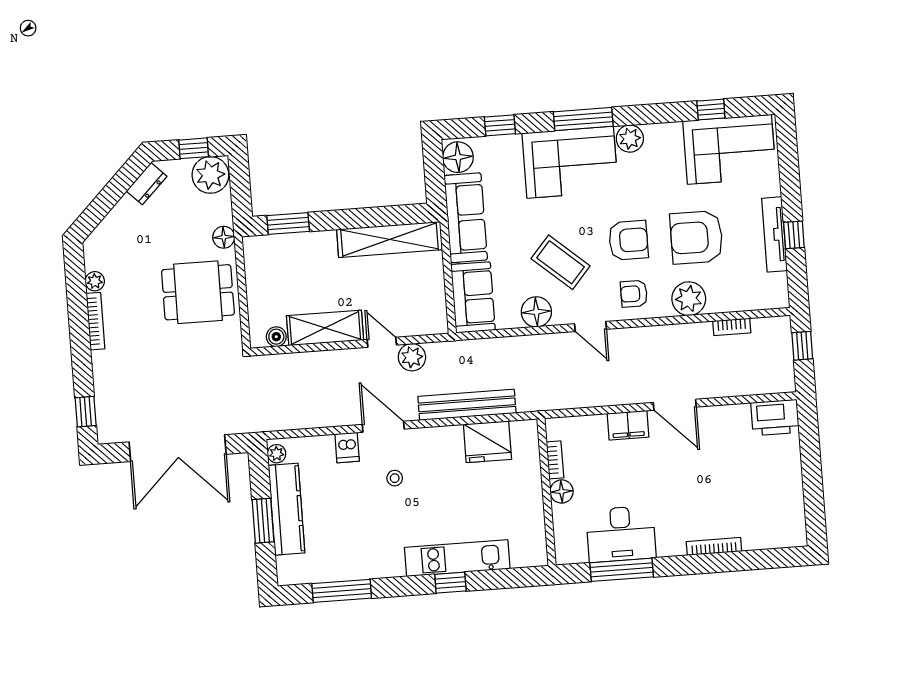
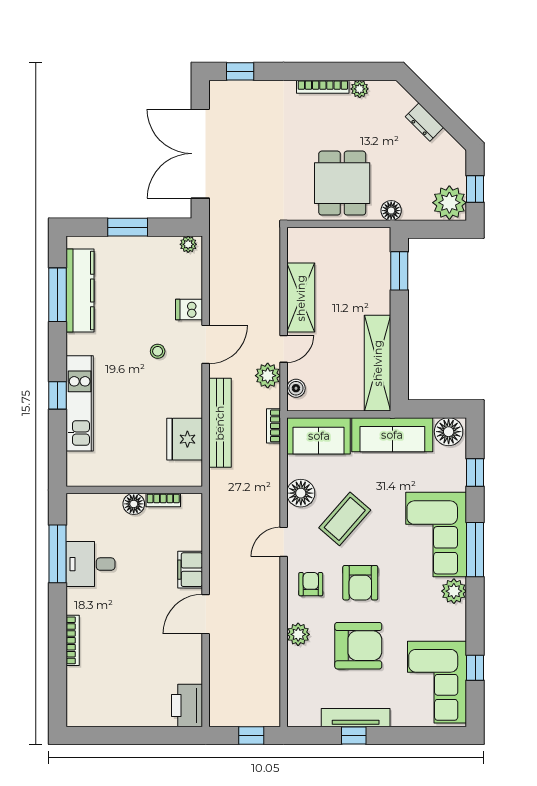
dresser: (147, 184) -> (424, 122), moved
armchair: (696, 237) -> (358, 646), turned 90
plant: (689, 299) -> (298, 634), width x0.73, depth x0.73
bookcase: (732, 327) -> (273, 426), moved
boiler: (276, 337) -> (296, 388), moved
kitchen counter: (287, 509) -> (80, 291), moved, turned -90
desk: (621, 534) -> (91, 564), width x0.73

